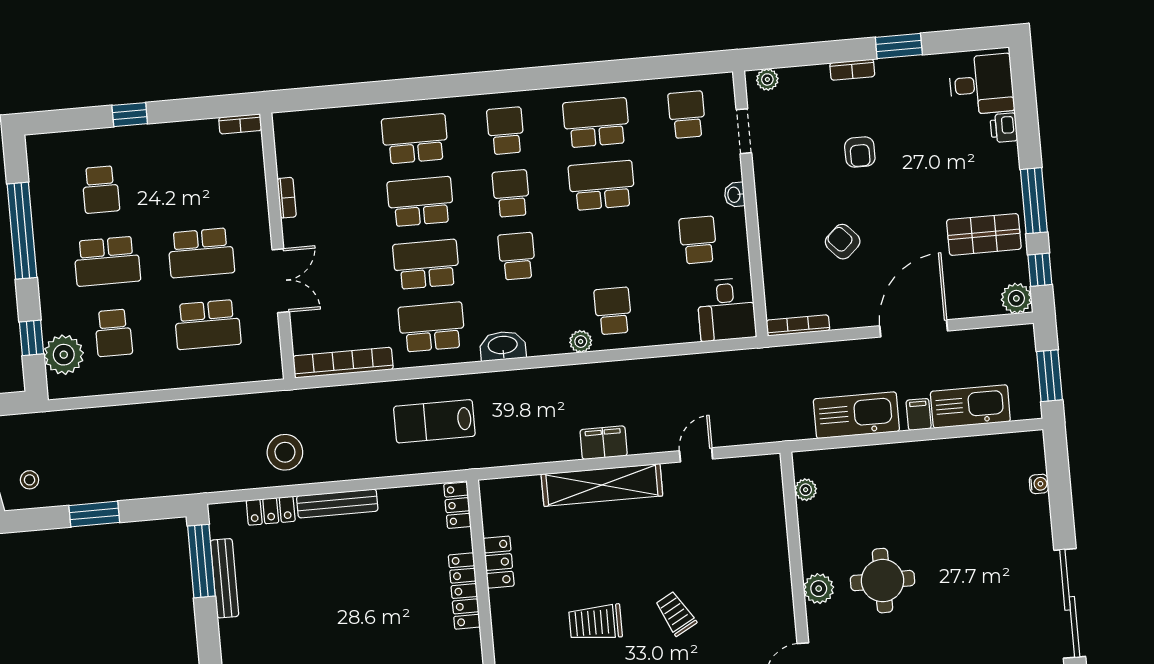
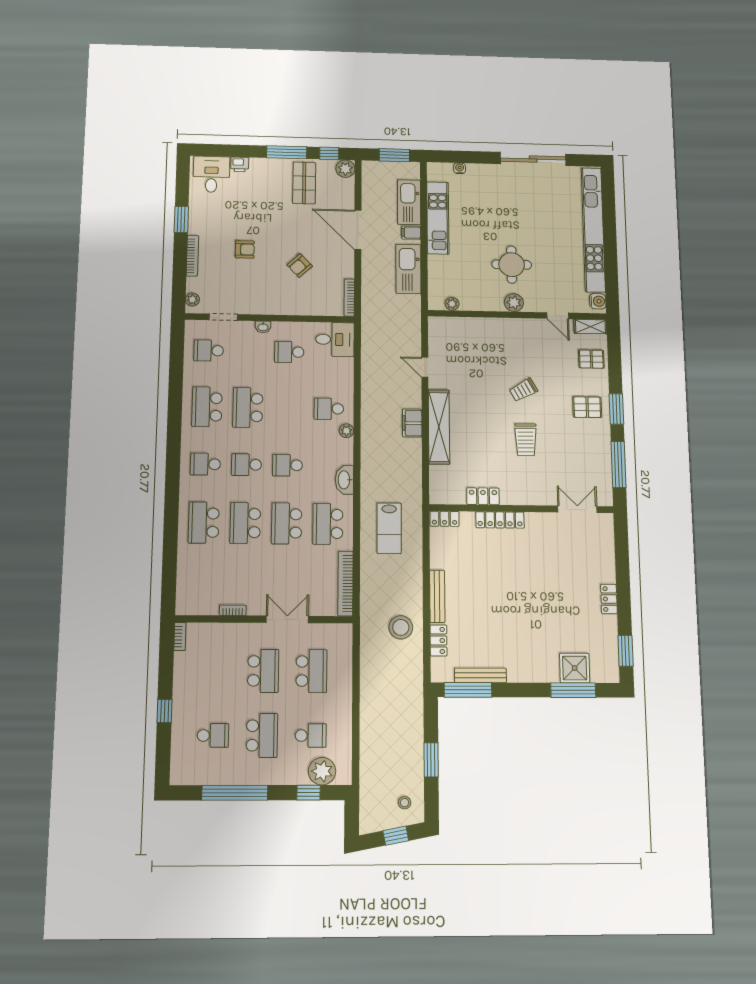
bookcase: (852, 70) -> (192, 256), width x1.56
kitchen unit: (949, 455) -> (438, 218), added

